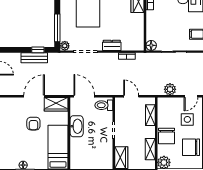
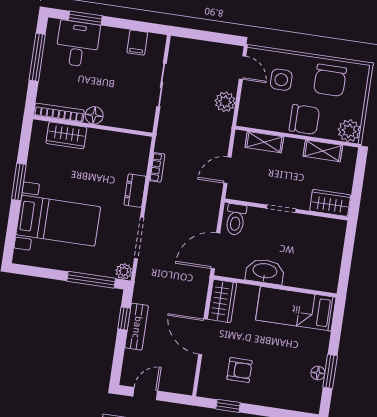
floor lamp: (151, 45) -> (94, 115), moved
armchair: (33, 124) -> (240, 370), moved

